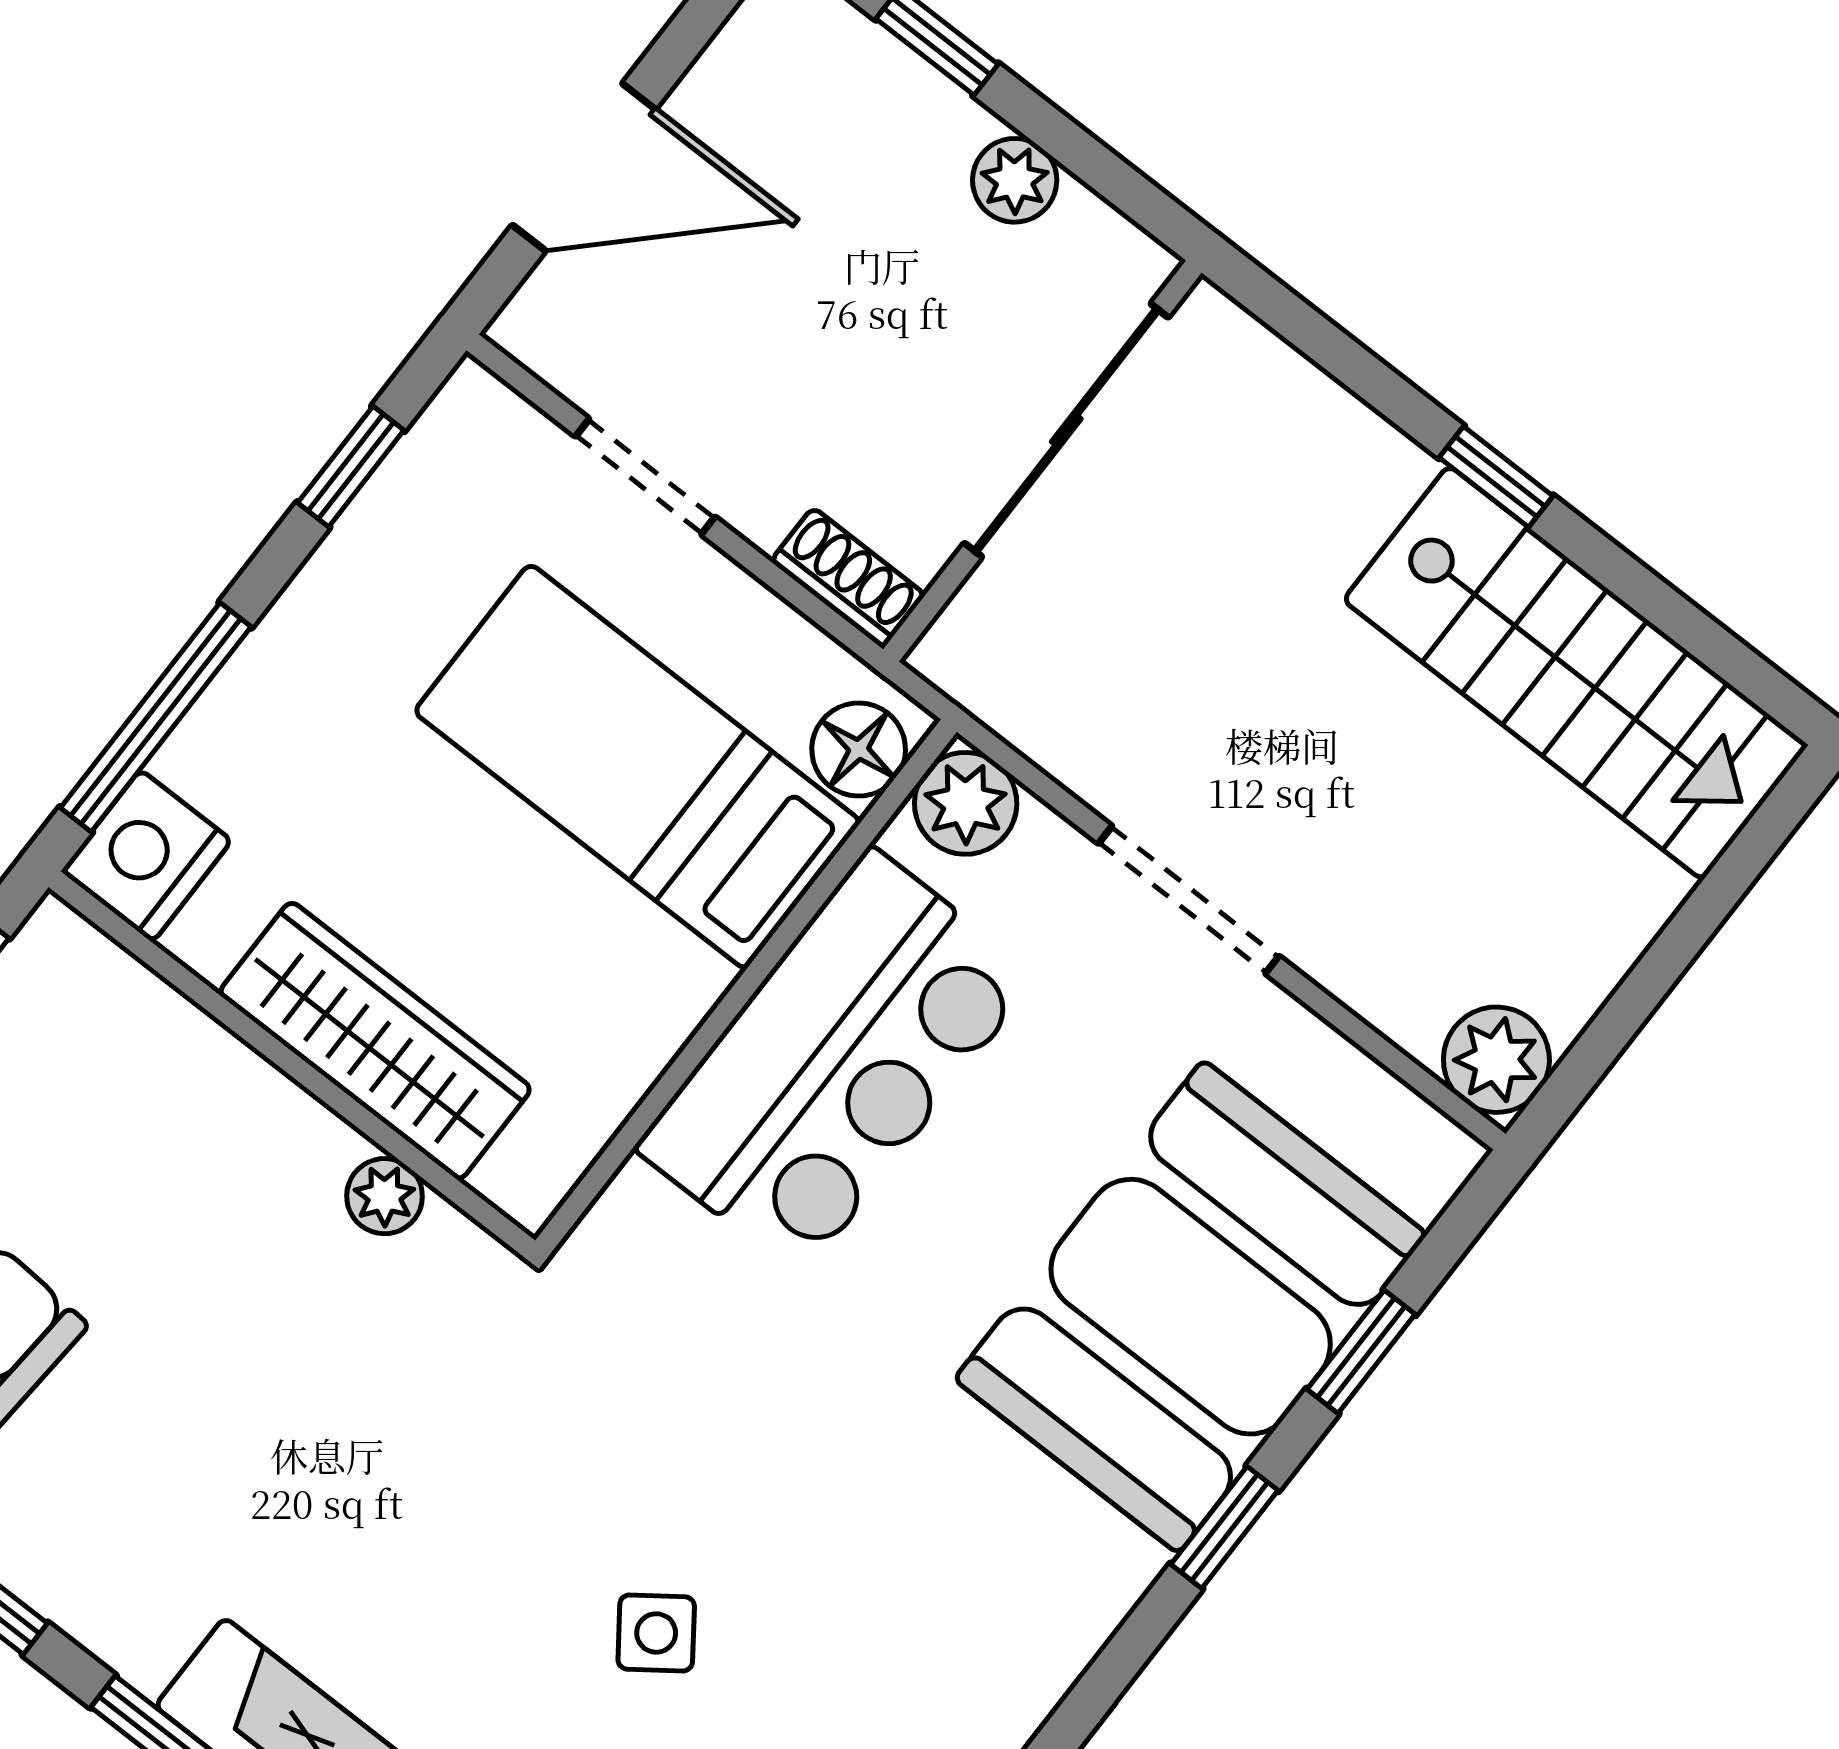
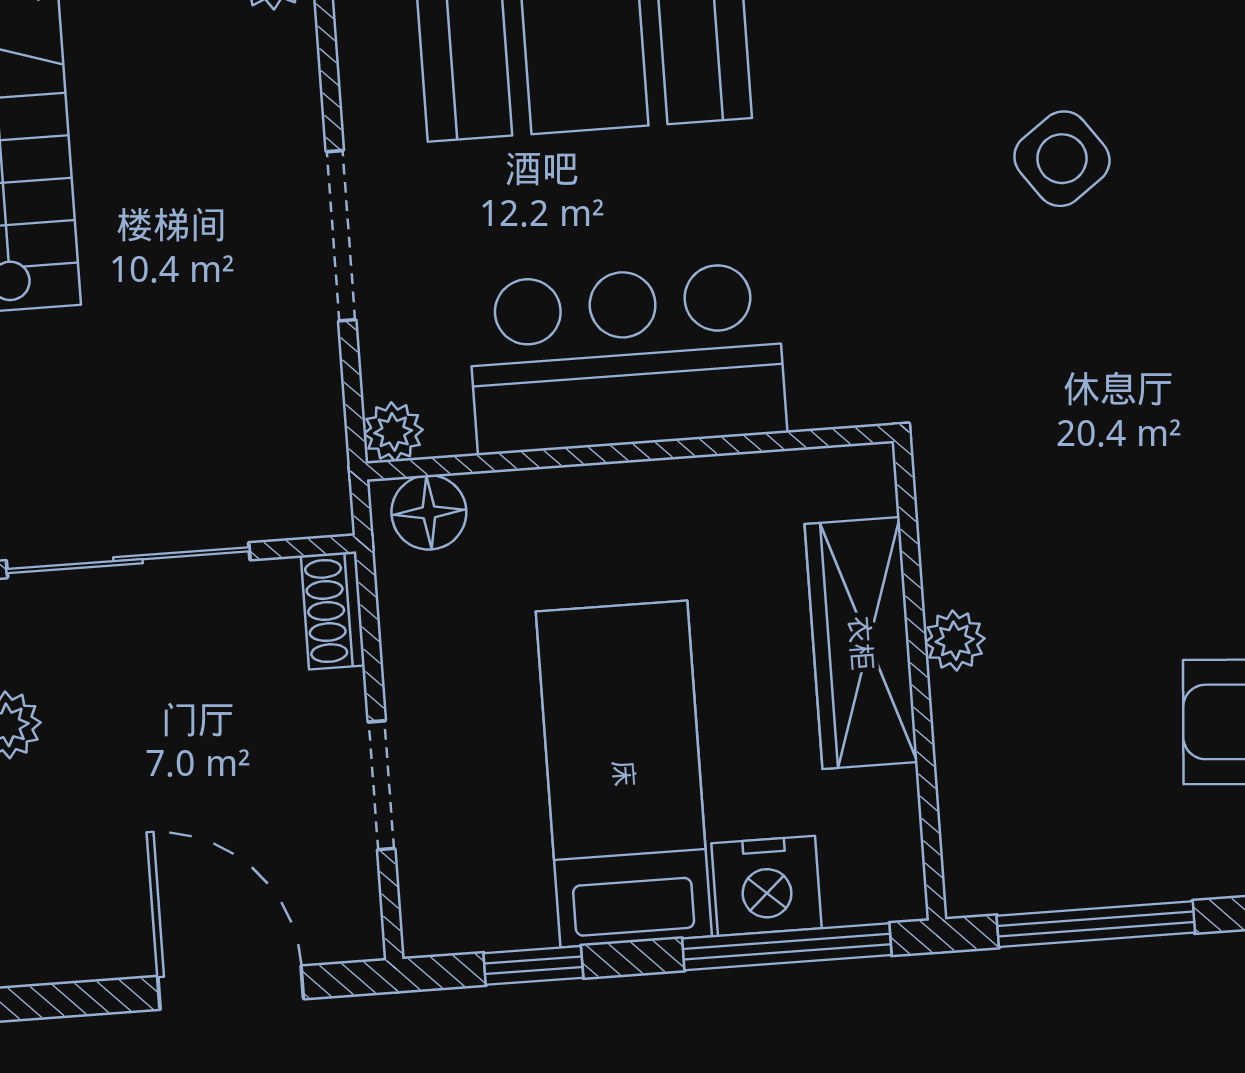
bed: (638, 767) -> (624, 774), moved, turned 180
plant: (966, 803) -> (393, 432), width x0.73, depth x0.73
nightstand: (146, 856) -> (766, 886), moved
plant: (385, 1196) -> (955, 641), moved
side table: (656, 1633) -> (1062, 159), width x1.37, depth x1.37

